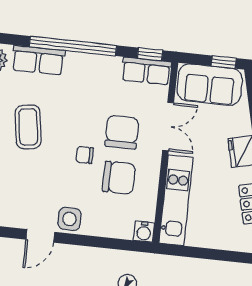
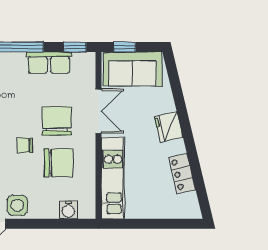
window: (224, 62) -> (125, 47), moved
row of seats: (146, 71) -> (49, 63), moved
water cooler: (144, 232) -> (68, 210), moved

